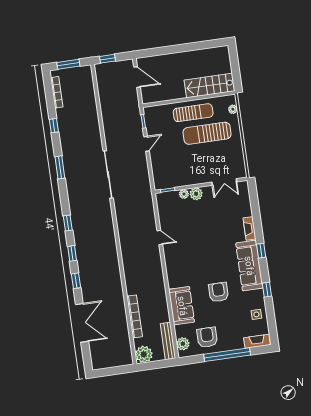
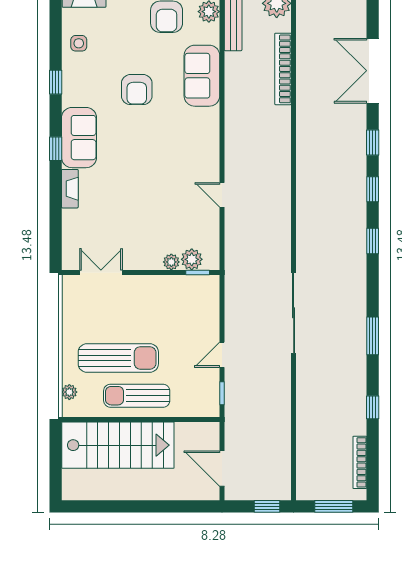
stairs: (209, 86) -> (118, 445), width x1.36, depth x1.51
plant: (196, 194) -> (192, 259), moved
sofa: (249, 266) -> (79, 138), width x0.73

